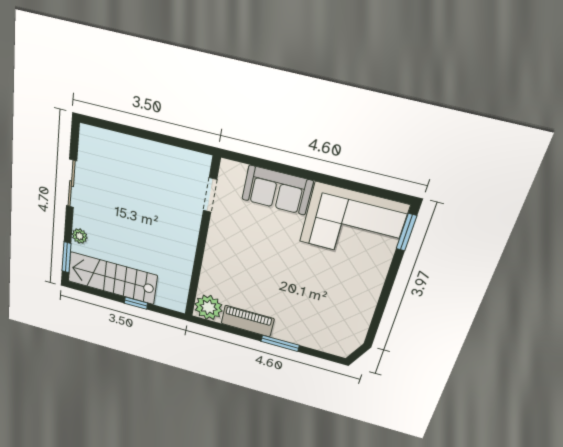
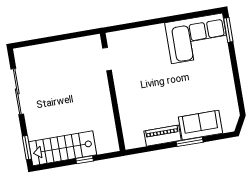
sliding door: (72, 184) -> (17, 91), width x1.37
sofa: (277, 190) -> (200, 125), moved, turned 180
plant: (80, 236) -> (32, 127), removed
plant: (208, 307) -> (134, 138), removed

